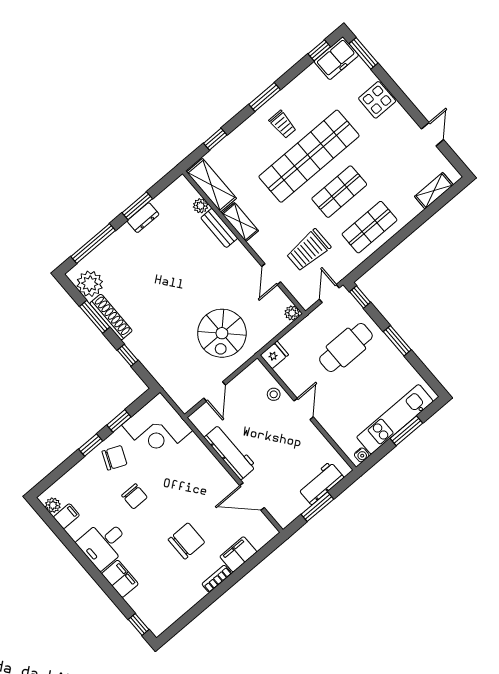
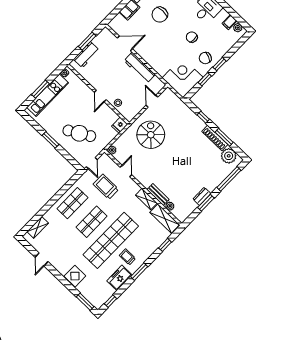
freezer: (336, 58) -> (119, 278), moved
trolley: (308, 250) -> (106, 187), turned -90
window: (360, 297) -> (74, 163), removed
cafe table: (346, 348) -> (79, 133), turned 60

